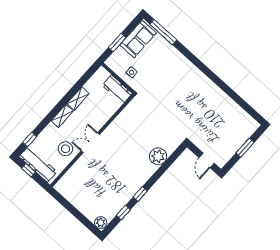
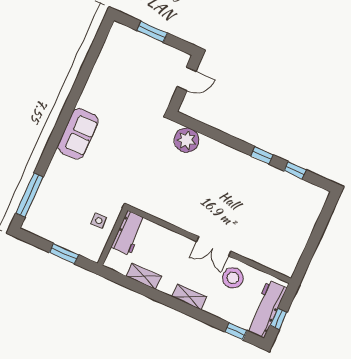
sofa: (138, 39) -> (78, 134), moved, turned 90
shelving: (78, 99) -> (144, 276), moved
plant: (158, 156) -> (187, 140), moved
plant: (101, 223) -> (319, 197), removed

